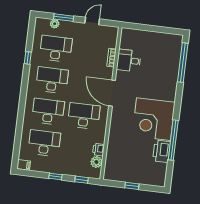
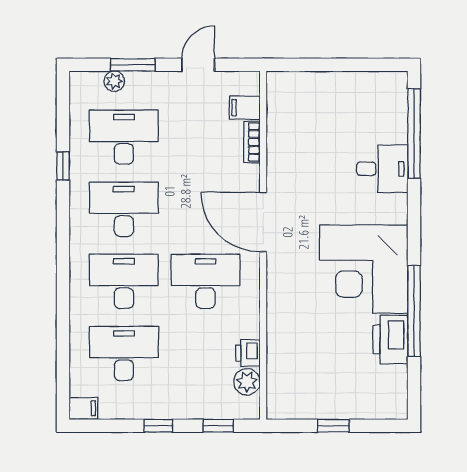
filing cabinet: (110, 42) -> (245, 108), added
desk: (129, 60) -> (382, 169), moved, turned 180

